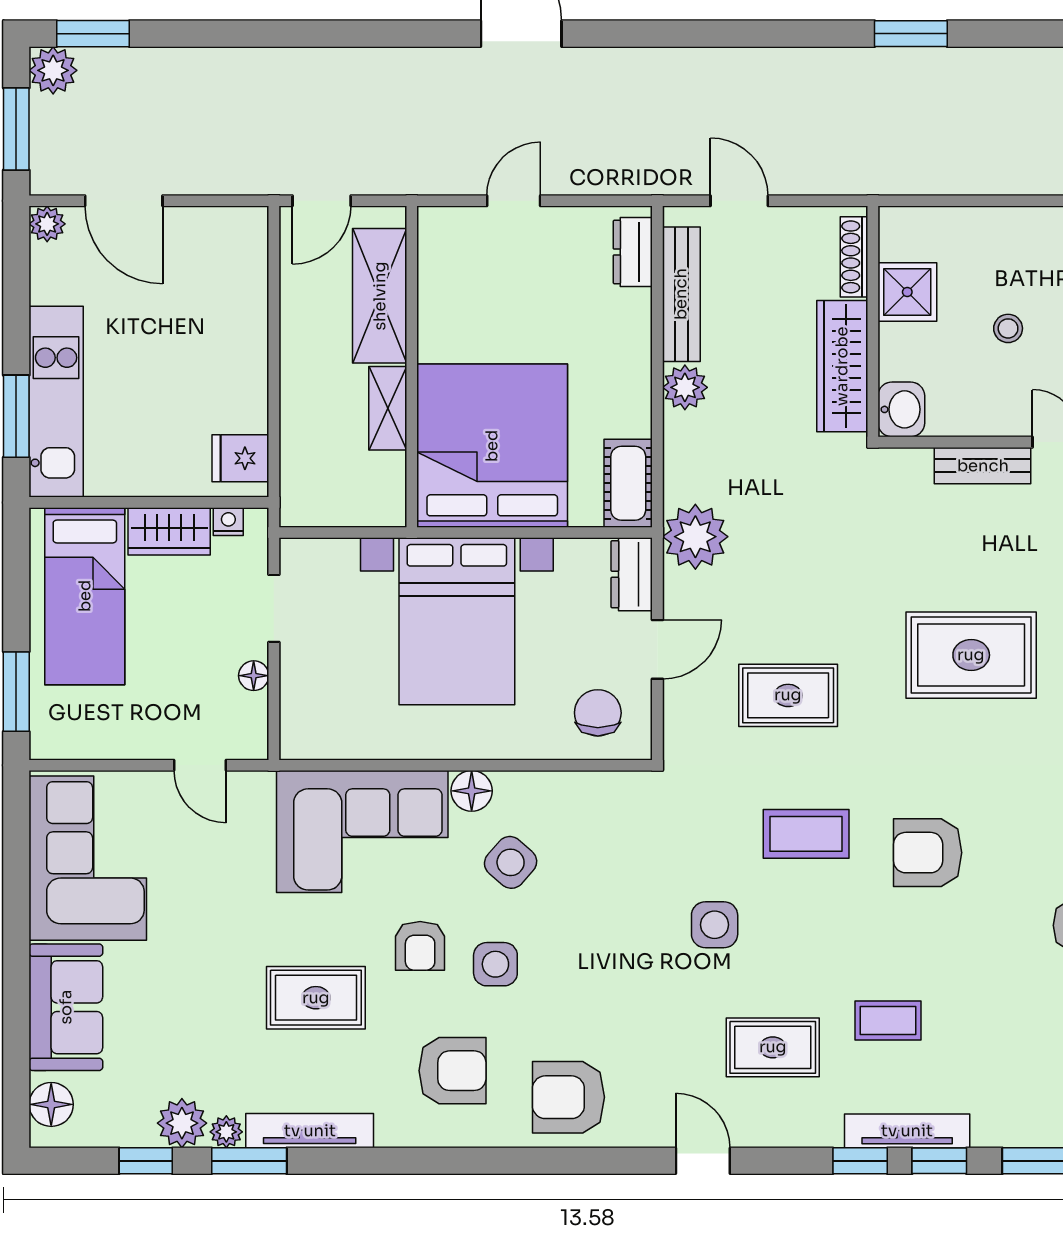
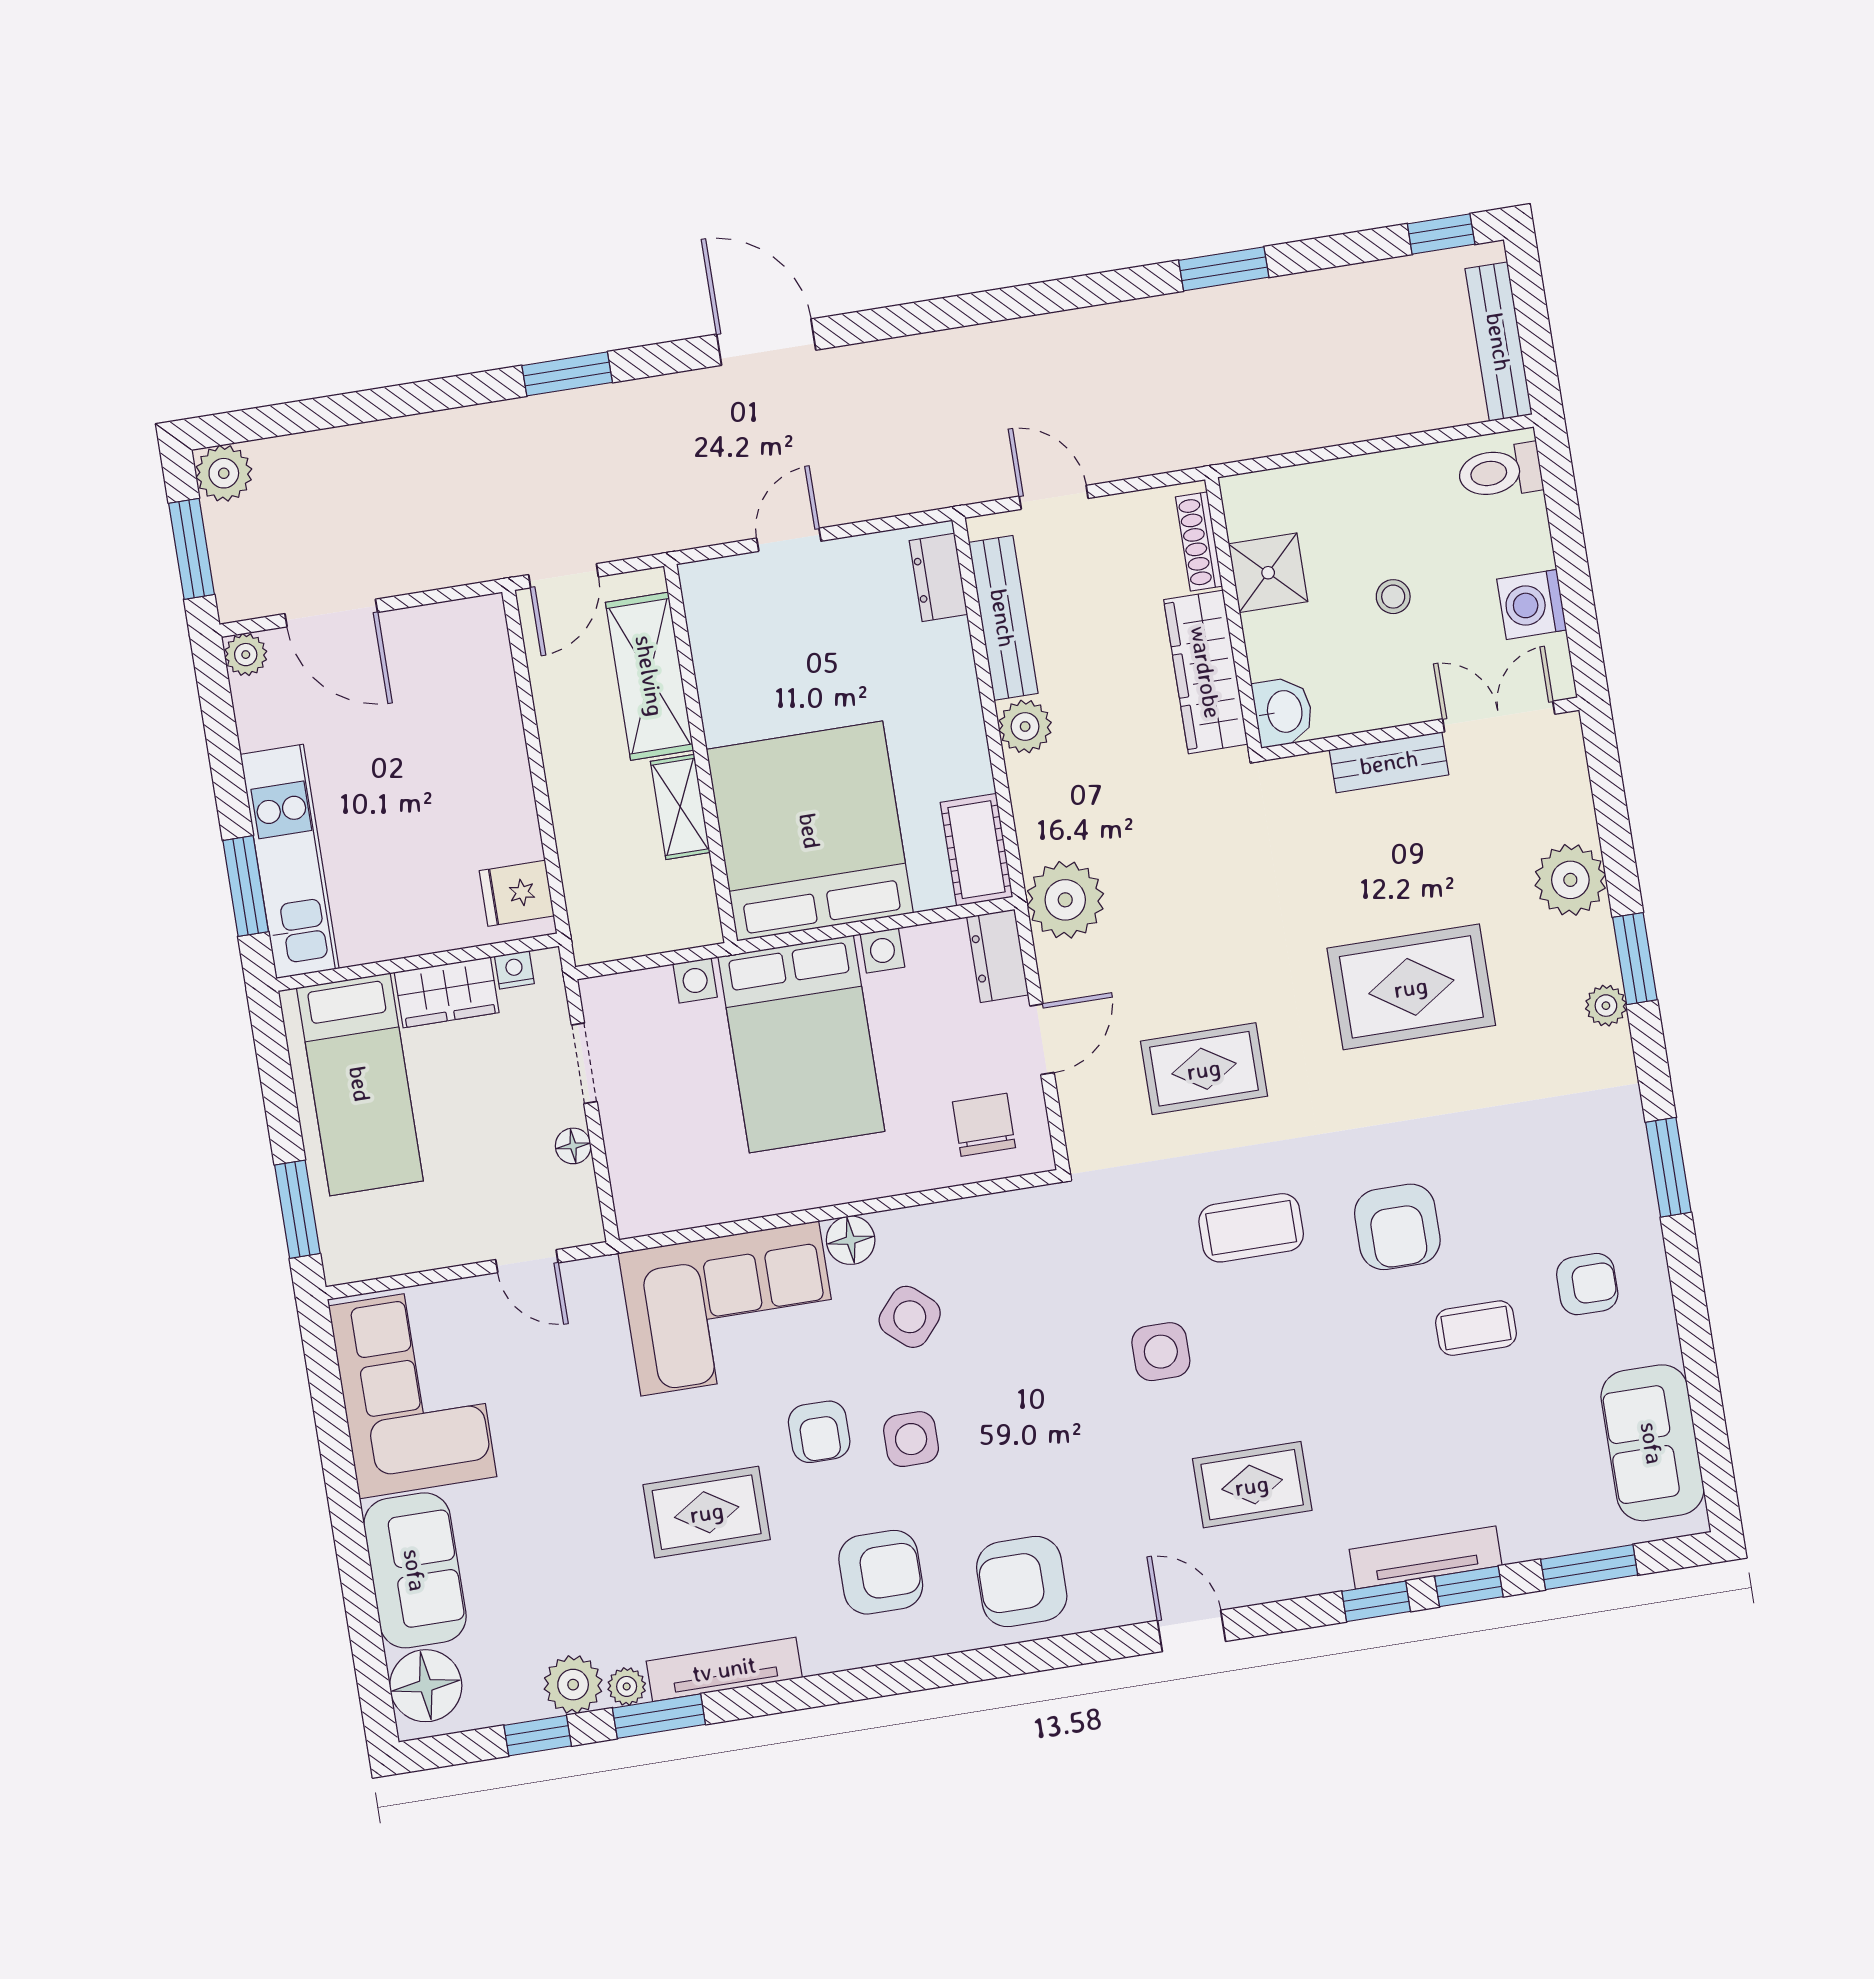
window: (93, 34) -> (567, 374), moved
armchair: (928, 853) -> (1397, 1227), turned -90
coffee table: (888, 1021) -> (1476, 1328), moved
floor lamp: (51, 1104) -> (426, 1686), width x1.38, depth x1.38

